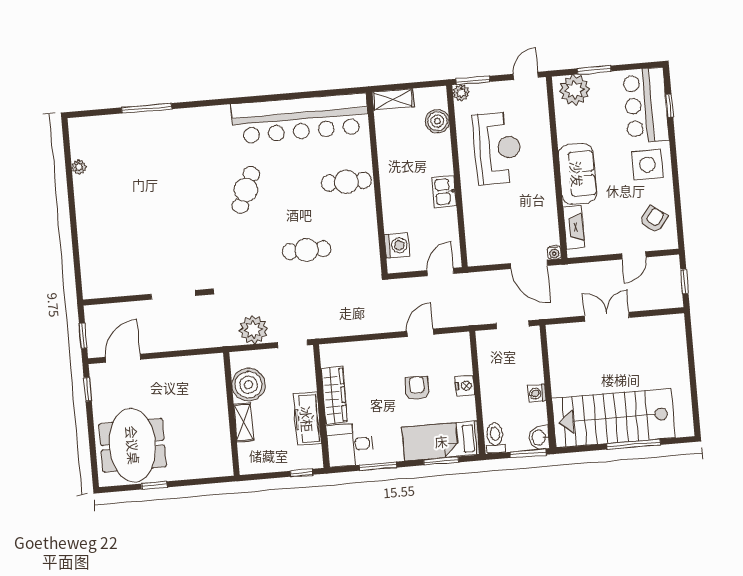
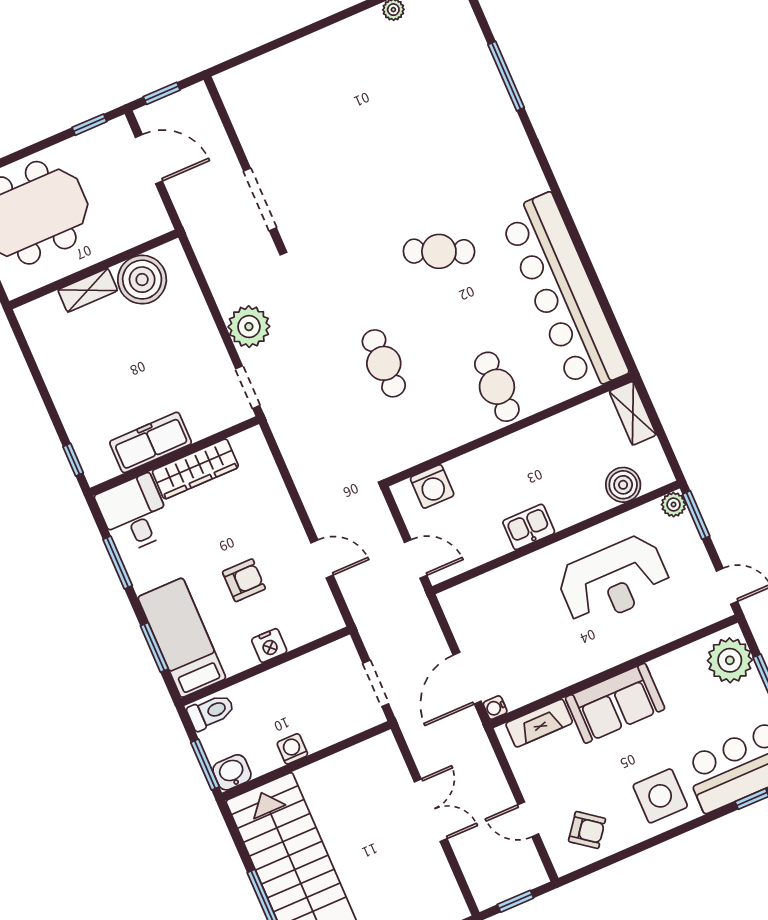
boiler: (248, 385) -> (142, 280), moved
wall: (231, 414) -> (94, 269), moved
shelving: (244, 422) -> (88, 290), moved

